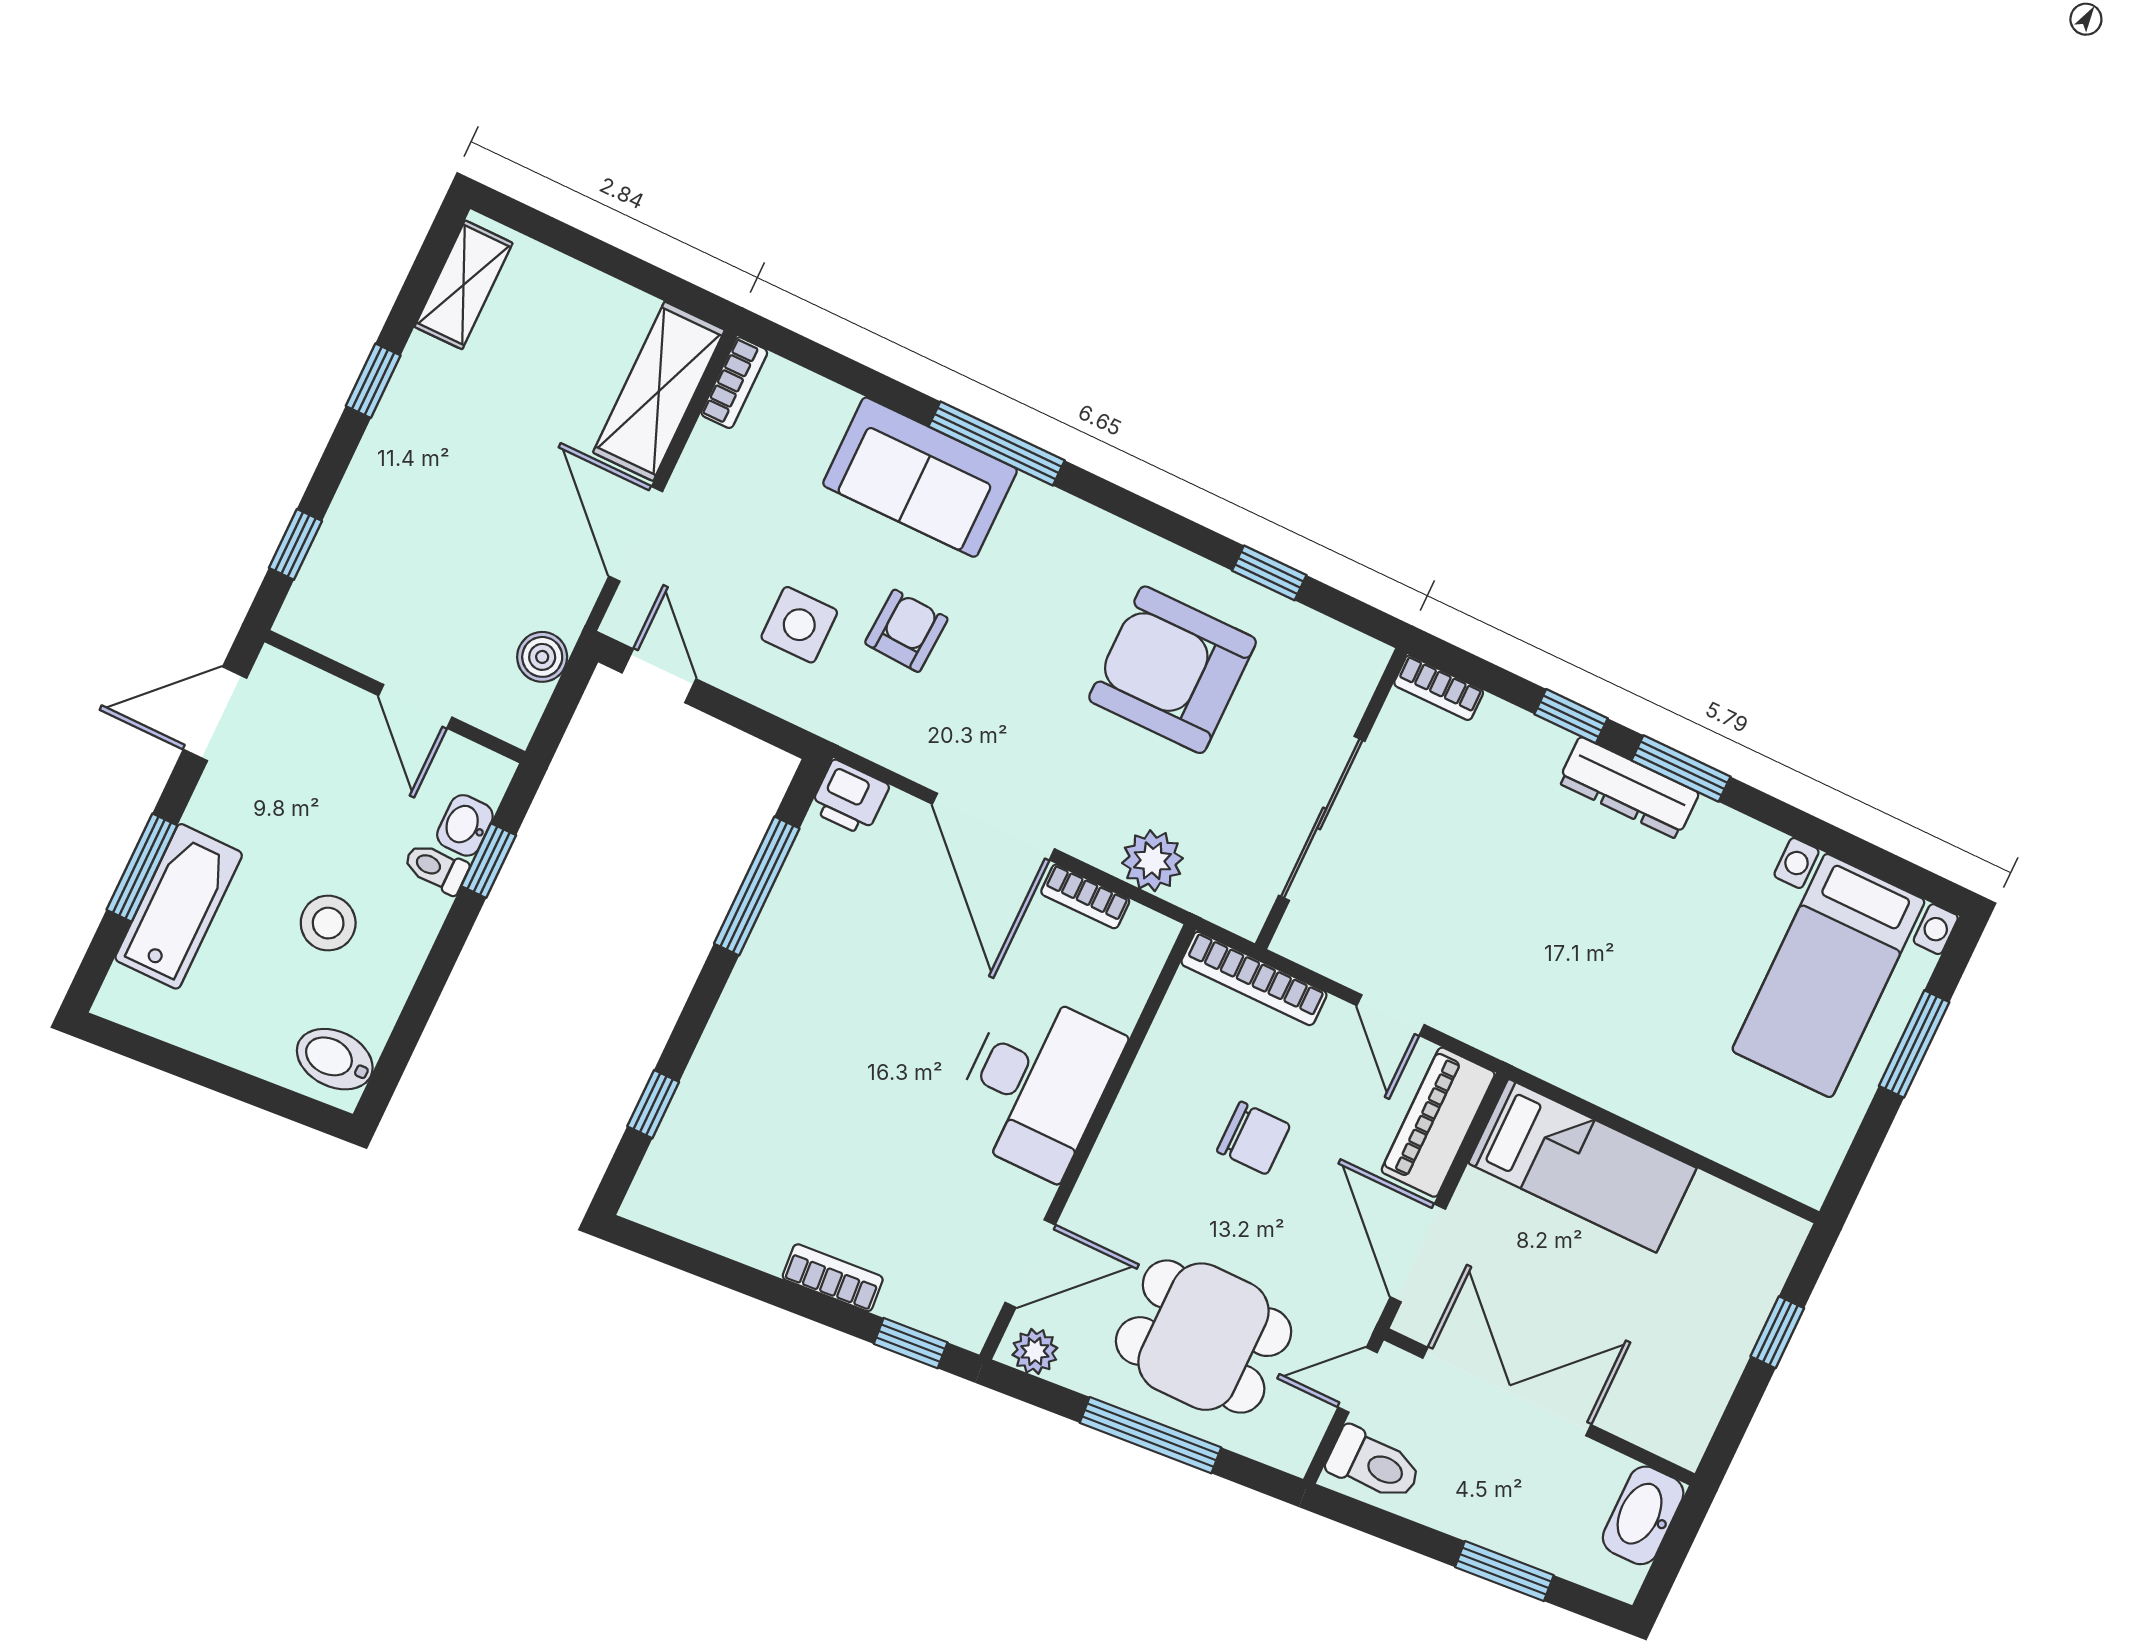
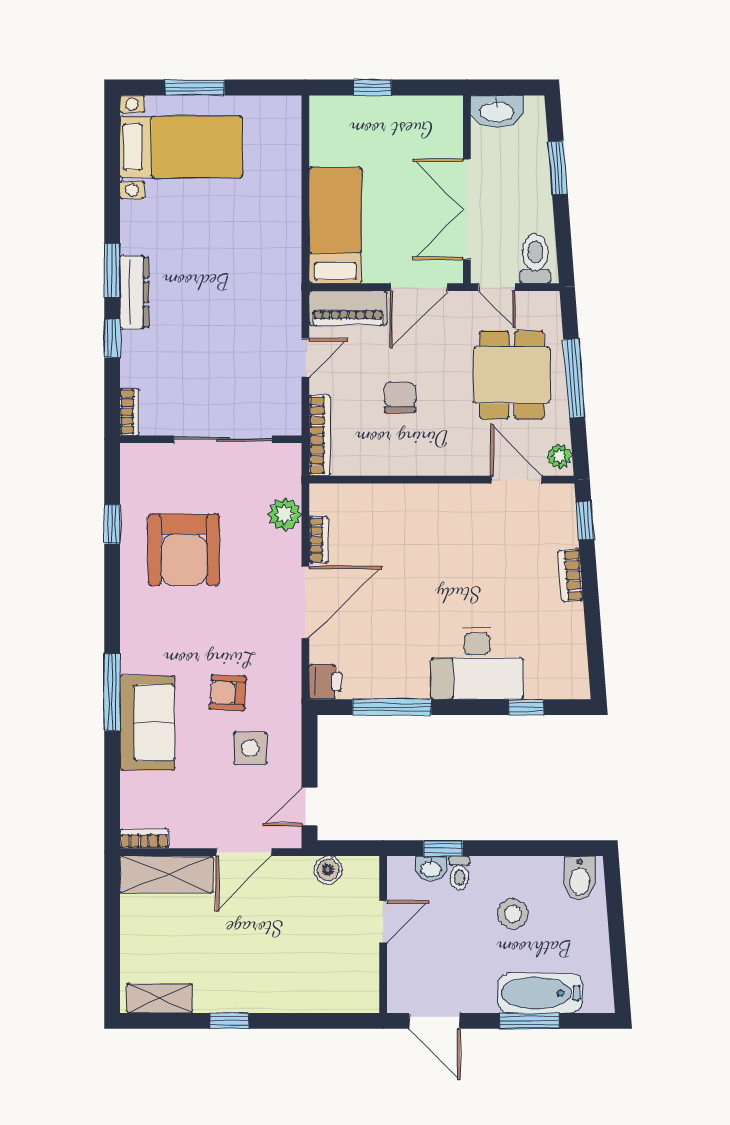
window: (295, 544) -> (330, 1021), removed
desk: (1036, 1084) -> (477, 663), moved, turned 180

